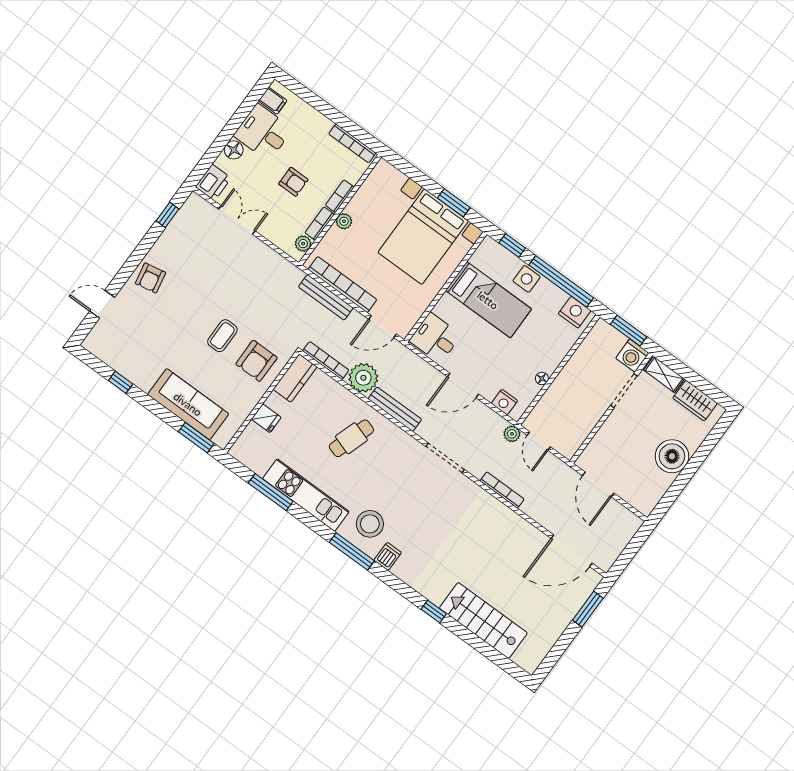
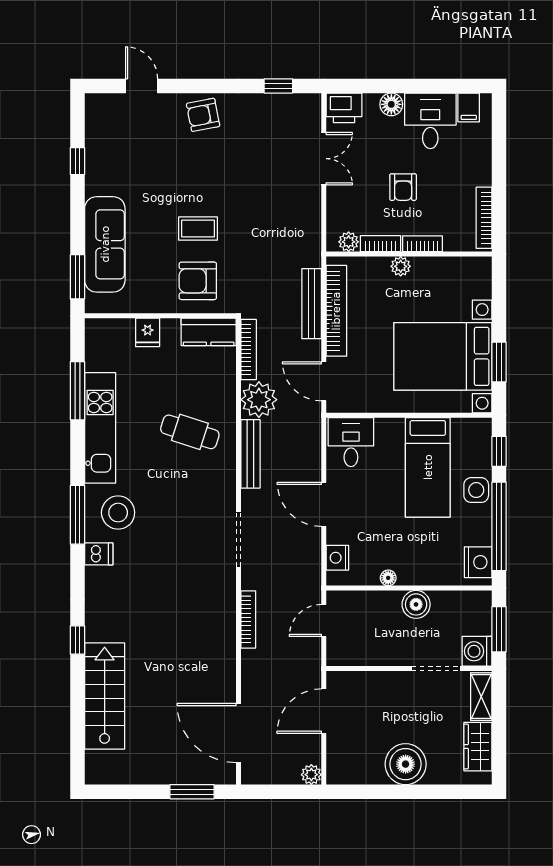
boiler: (573, 373) -> (416, 604), added
plant: (512, 434) -> (311, 775), moved

